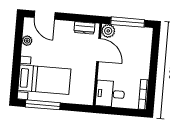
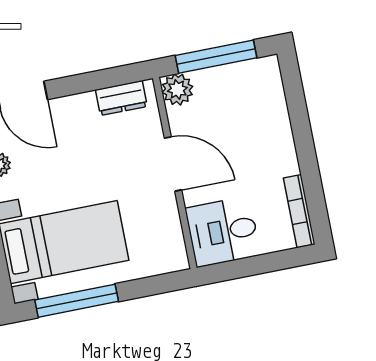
door: (99, 50) -> (173, 164), moved

